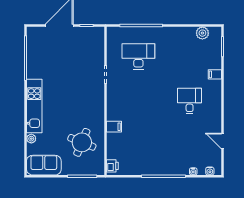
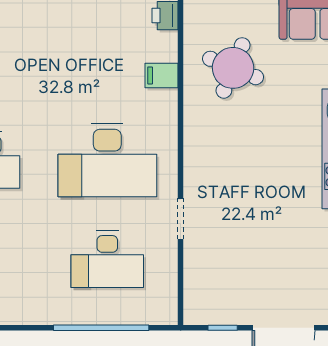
desk: (138, 101) -> (107, 160), added
filing cabinet: (114, 127) -> (162, 75), moved

